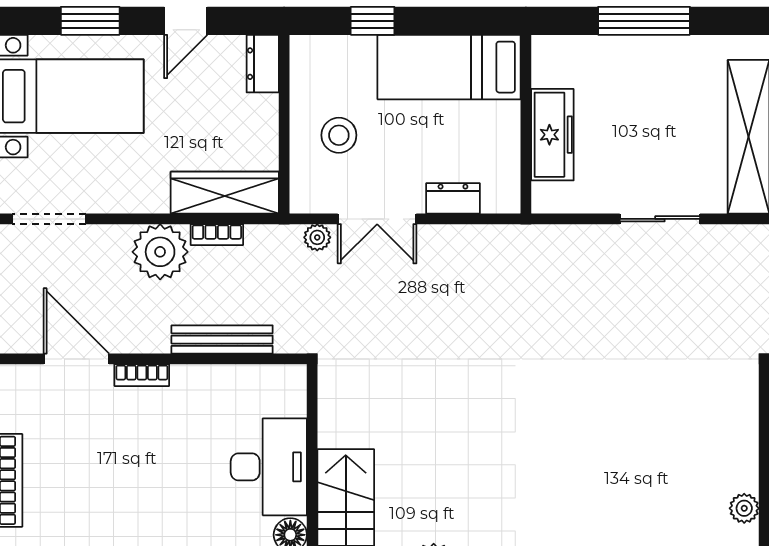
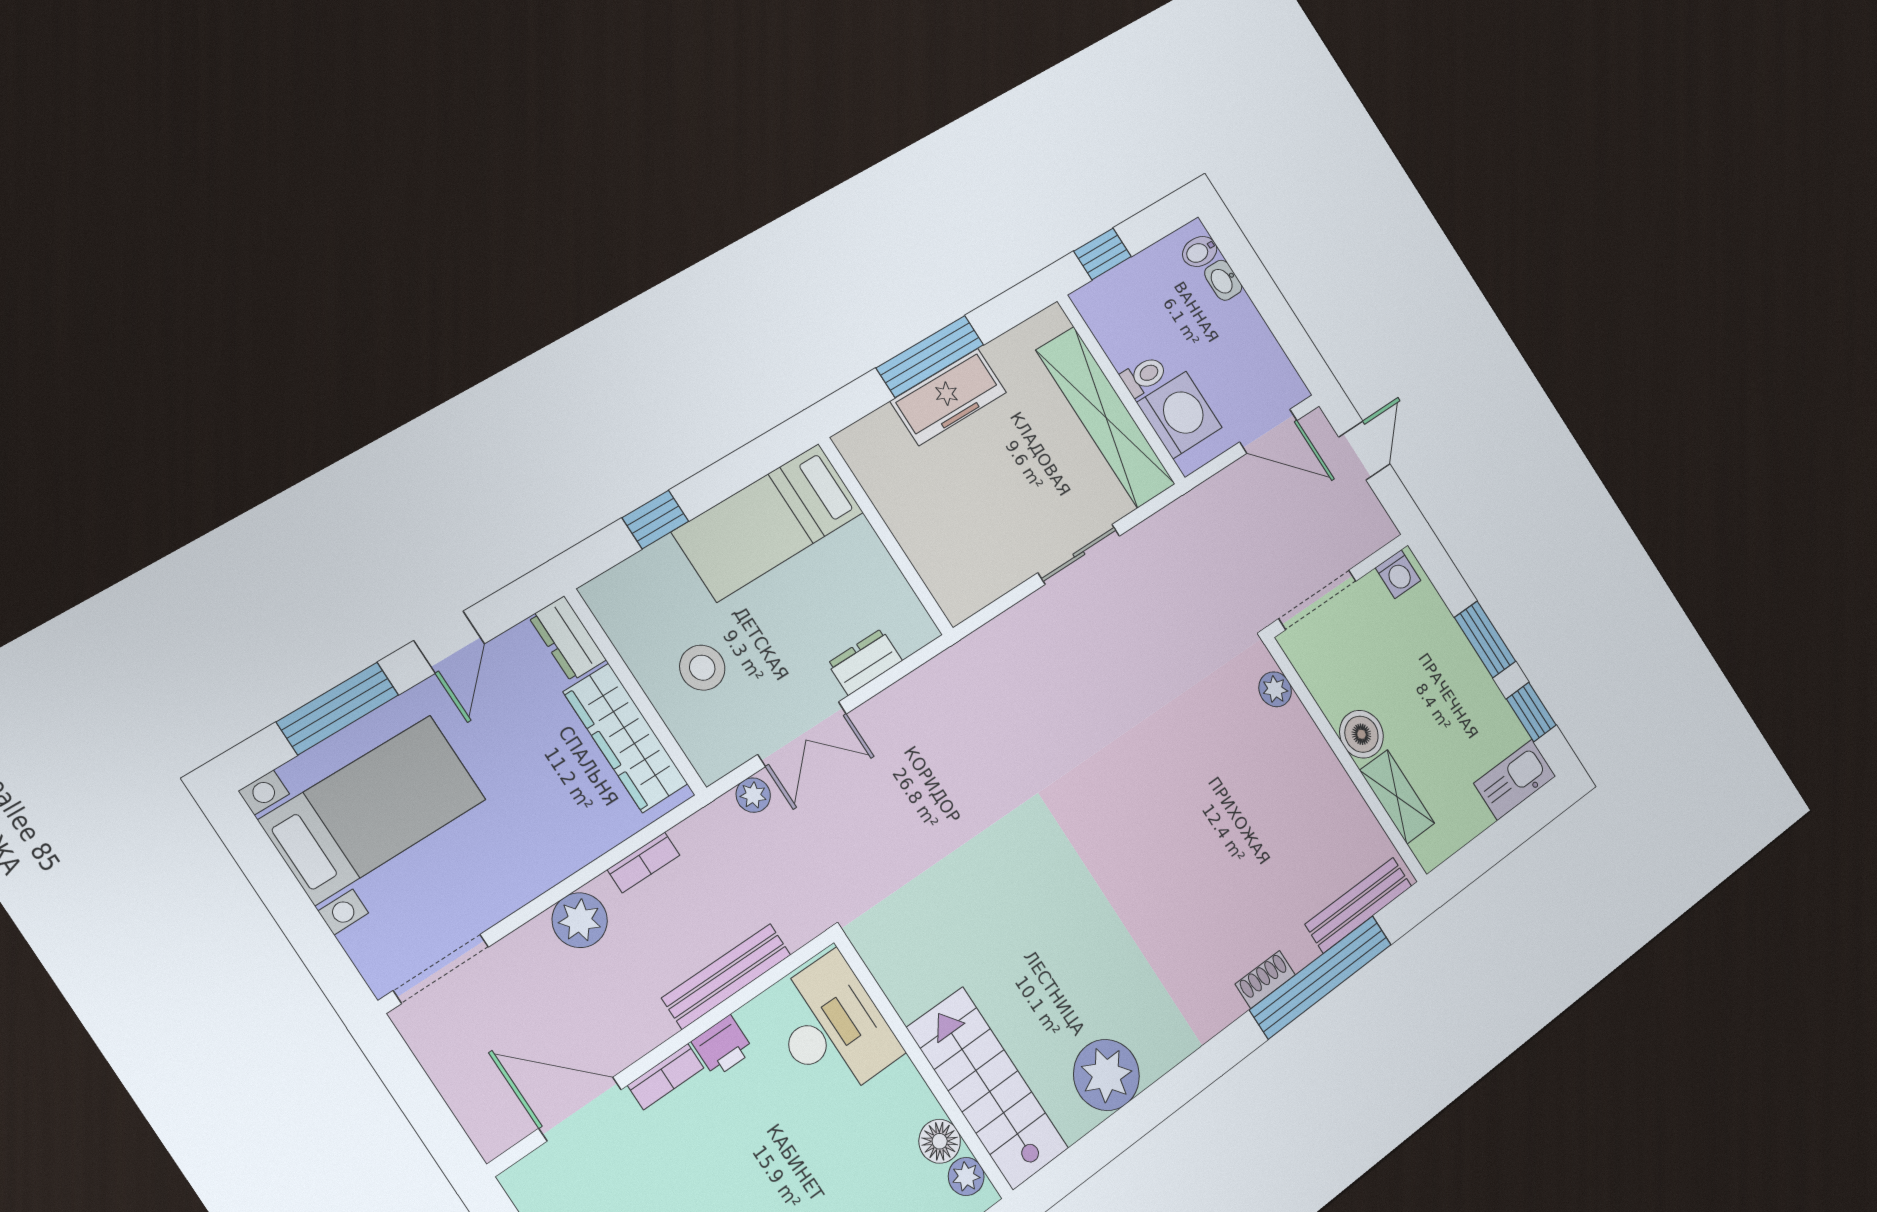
window: (90, 21) -> (338, 708), width x1.44
freezer: (552, 135) -> (948, 397), moved, turned 90
wardrobe: (225, 193) -> (625, 738), moved, turned -90
plant: (160, 252) -> (580, 920), width x0.73, depth x0.73
printer: (190, 381) -> (723, 1046), added
desk: (269, 467) -> (832, 1027), moved
plant: (744, 508) -> (1275, 689), moved

